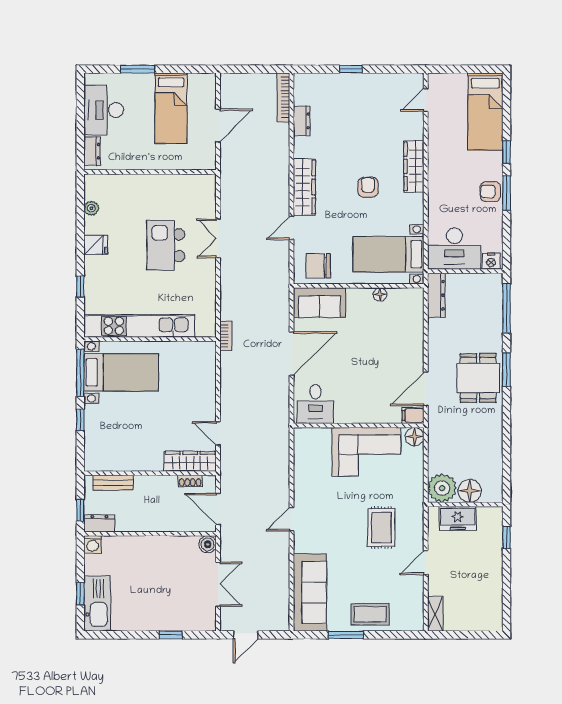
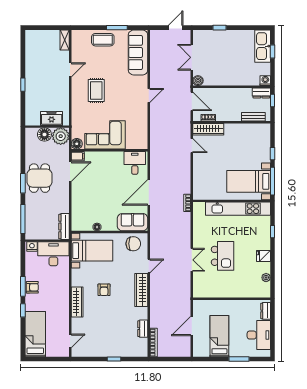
plant: (442, 488) -> (61, 136), moved
floor lamp: (470, 491) -> (44, 134), moved
wall: (465, 504) -> (47, 127), moved
freezer: (458, 518) -> (52, 118), moved

